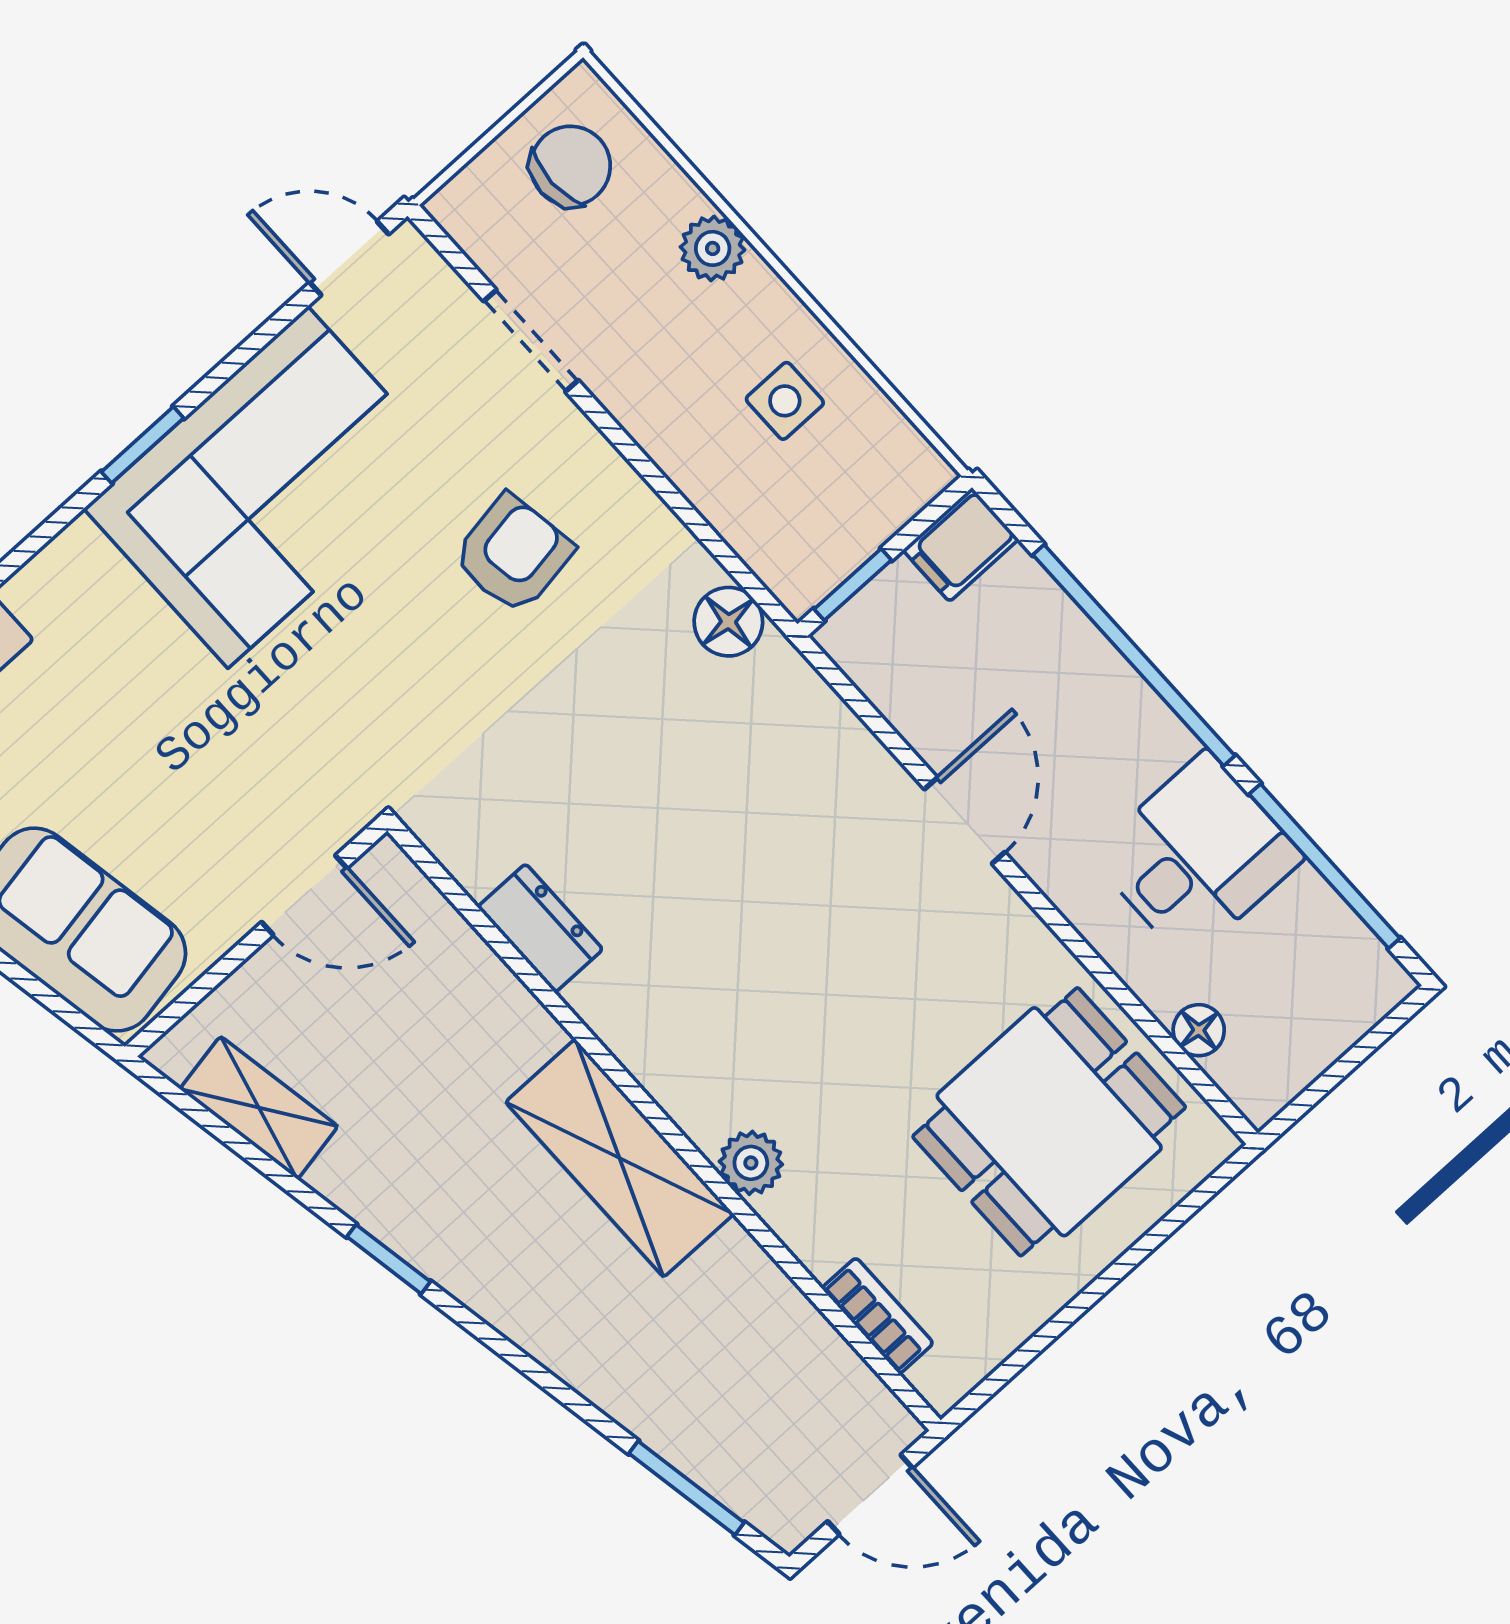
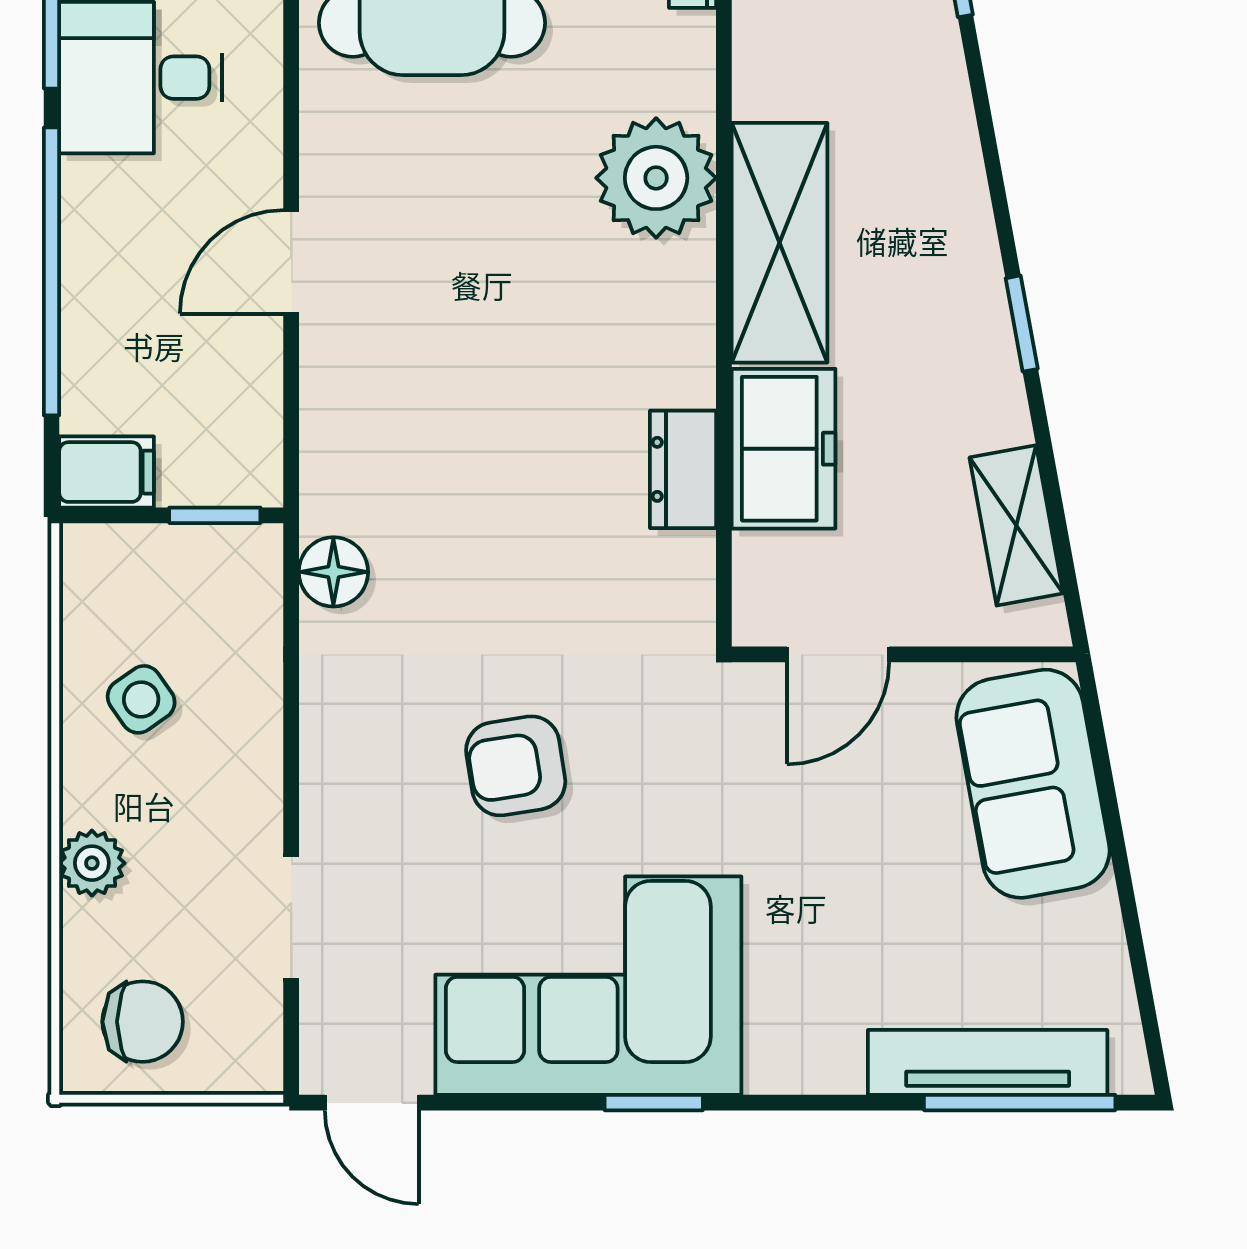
chair: (571, 166) -> (143, 1022), turned 180
side table: (785, 401) -> (141, 699), turned -35
armchair: (513, 554) -> (516, 766), moved
door: (304, 895) -> (838, 654), swing flipped
freezer: (480, 1010) -> (783, 449), added
plant: (751, 1163) -> (656, 178), width x1.87, depth x1.87

